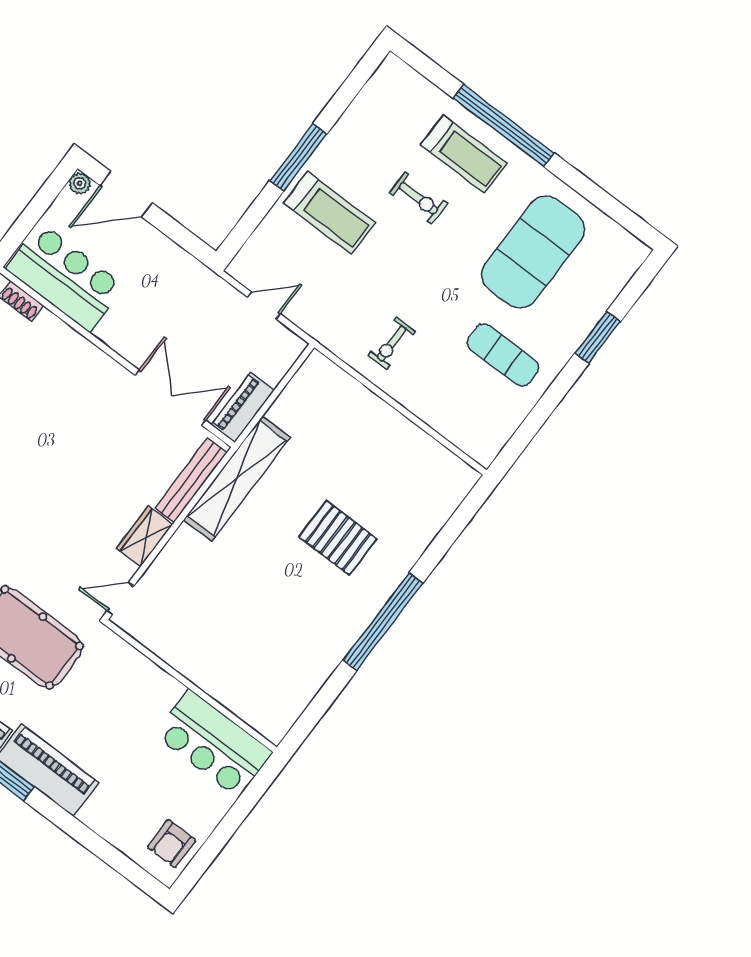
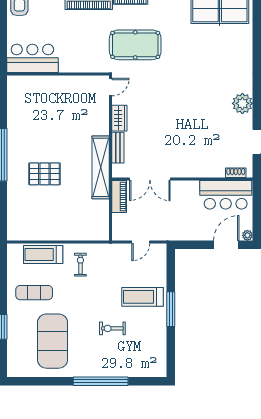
treadmill: (464, 154) -> (43, 255), moved
bench: (191, 480) -> (118, 148), width x0.73

